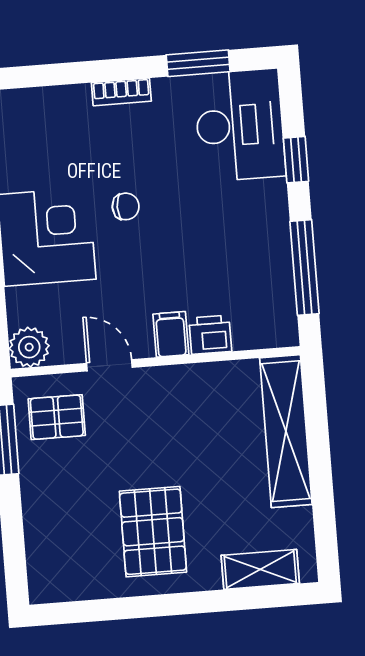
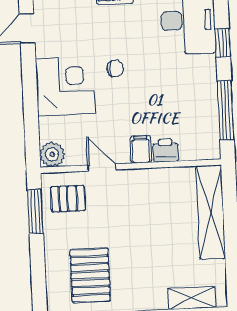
pallet: (153, 532) -> (90, 275), moved

